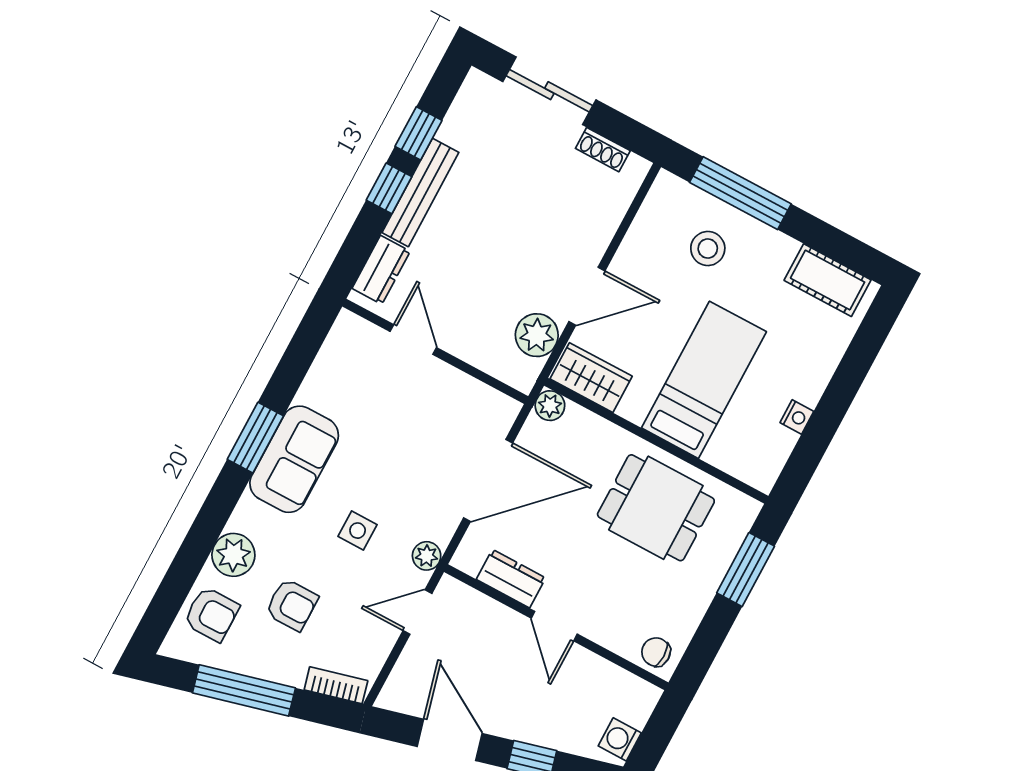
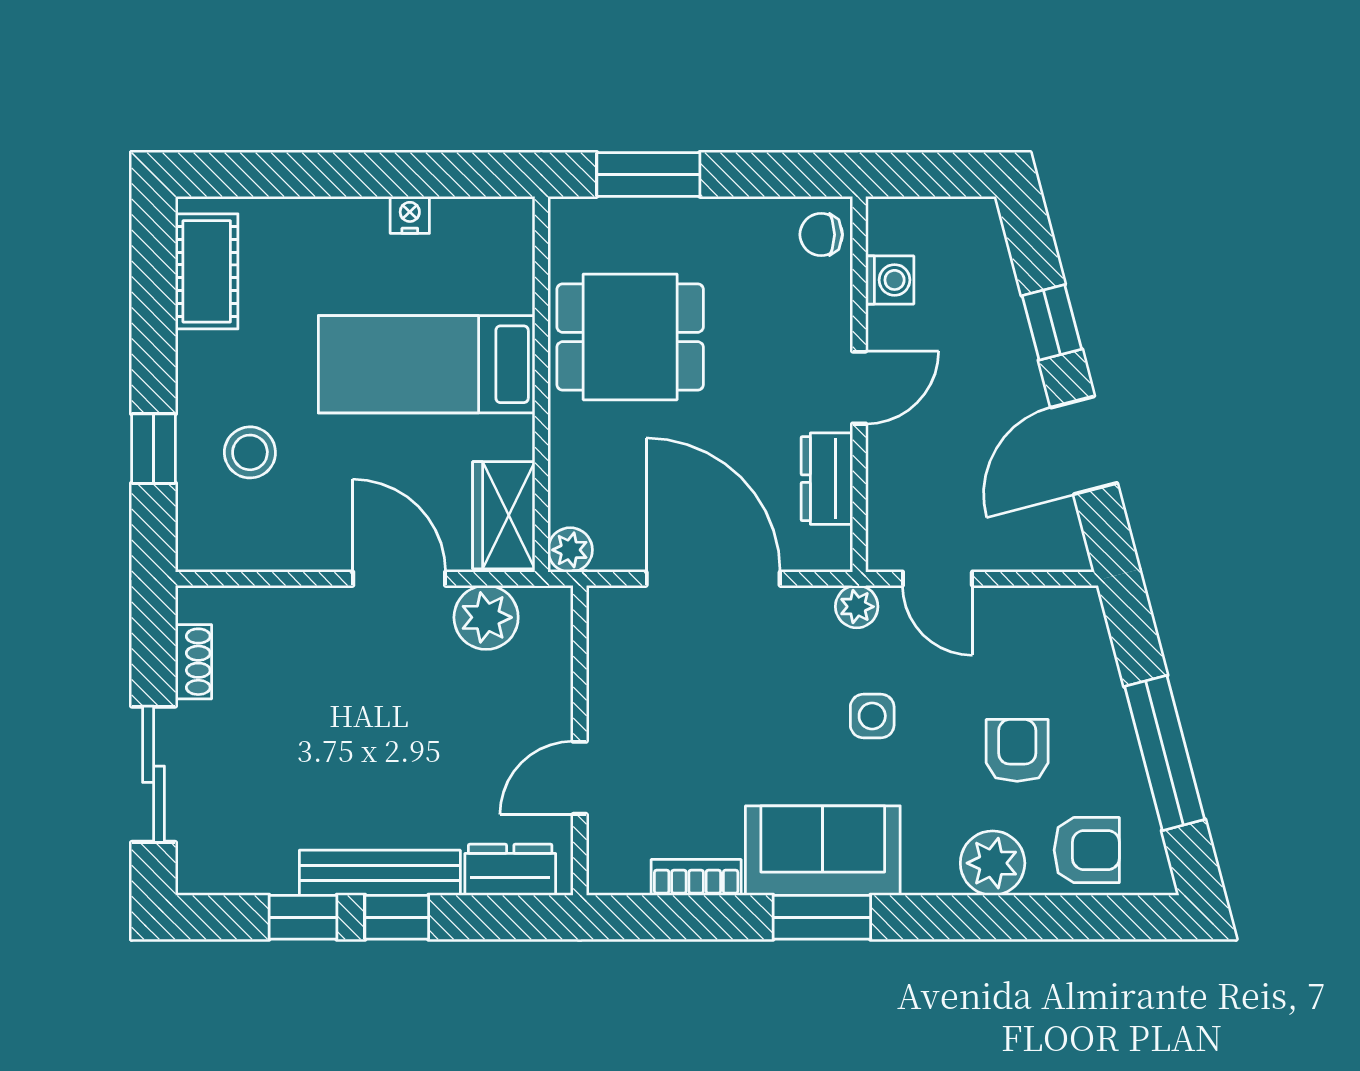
window: (740, 193) -> (154, 449), width x0.46
dining table: (656, 508) -> (630, 337), turned 90
armchair: (211, 614) -> (1087, 850), turned 90
chair: (656, 652) -> (821, 235), turned 90
bookcase: (336, 685) -> (696, 877), moved, turned 105
washing machine: (620, 739) -> (890, 280), moved, turned -90

